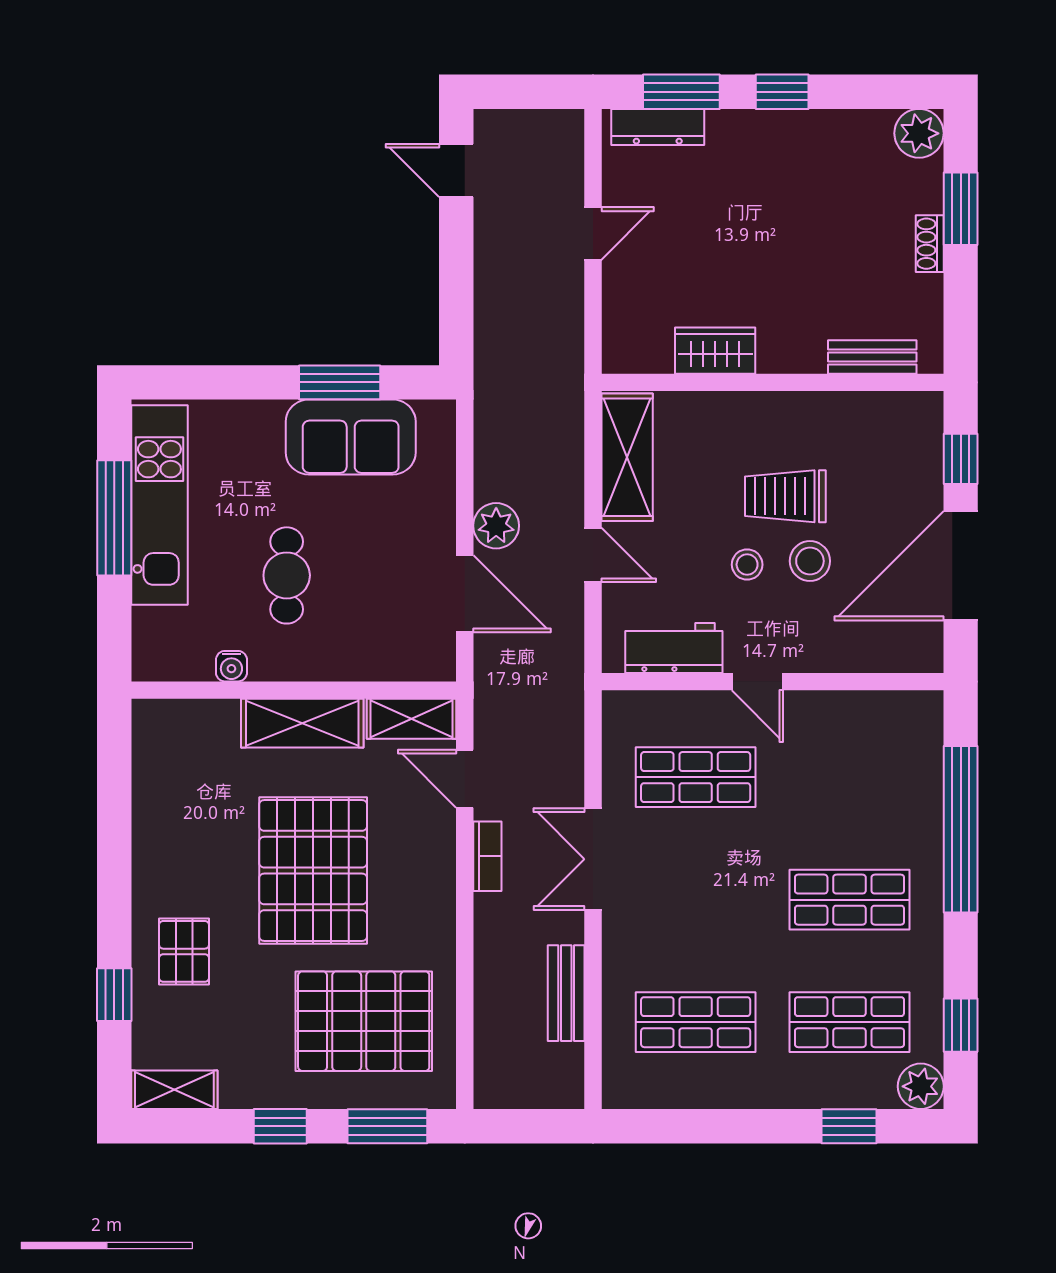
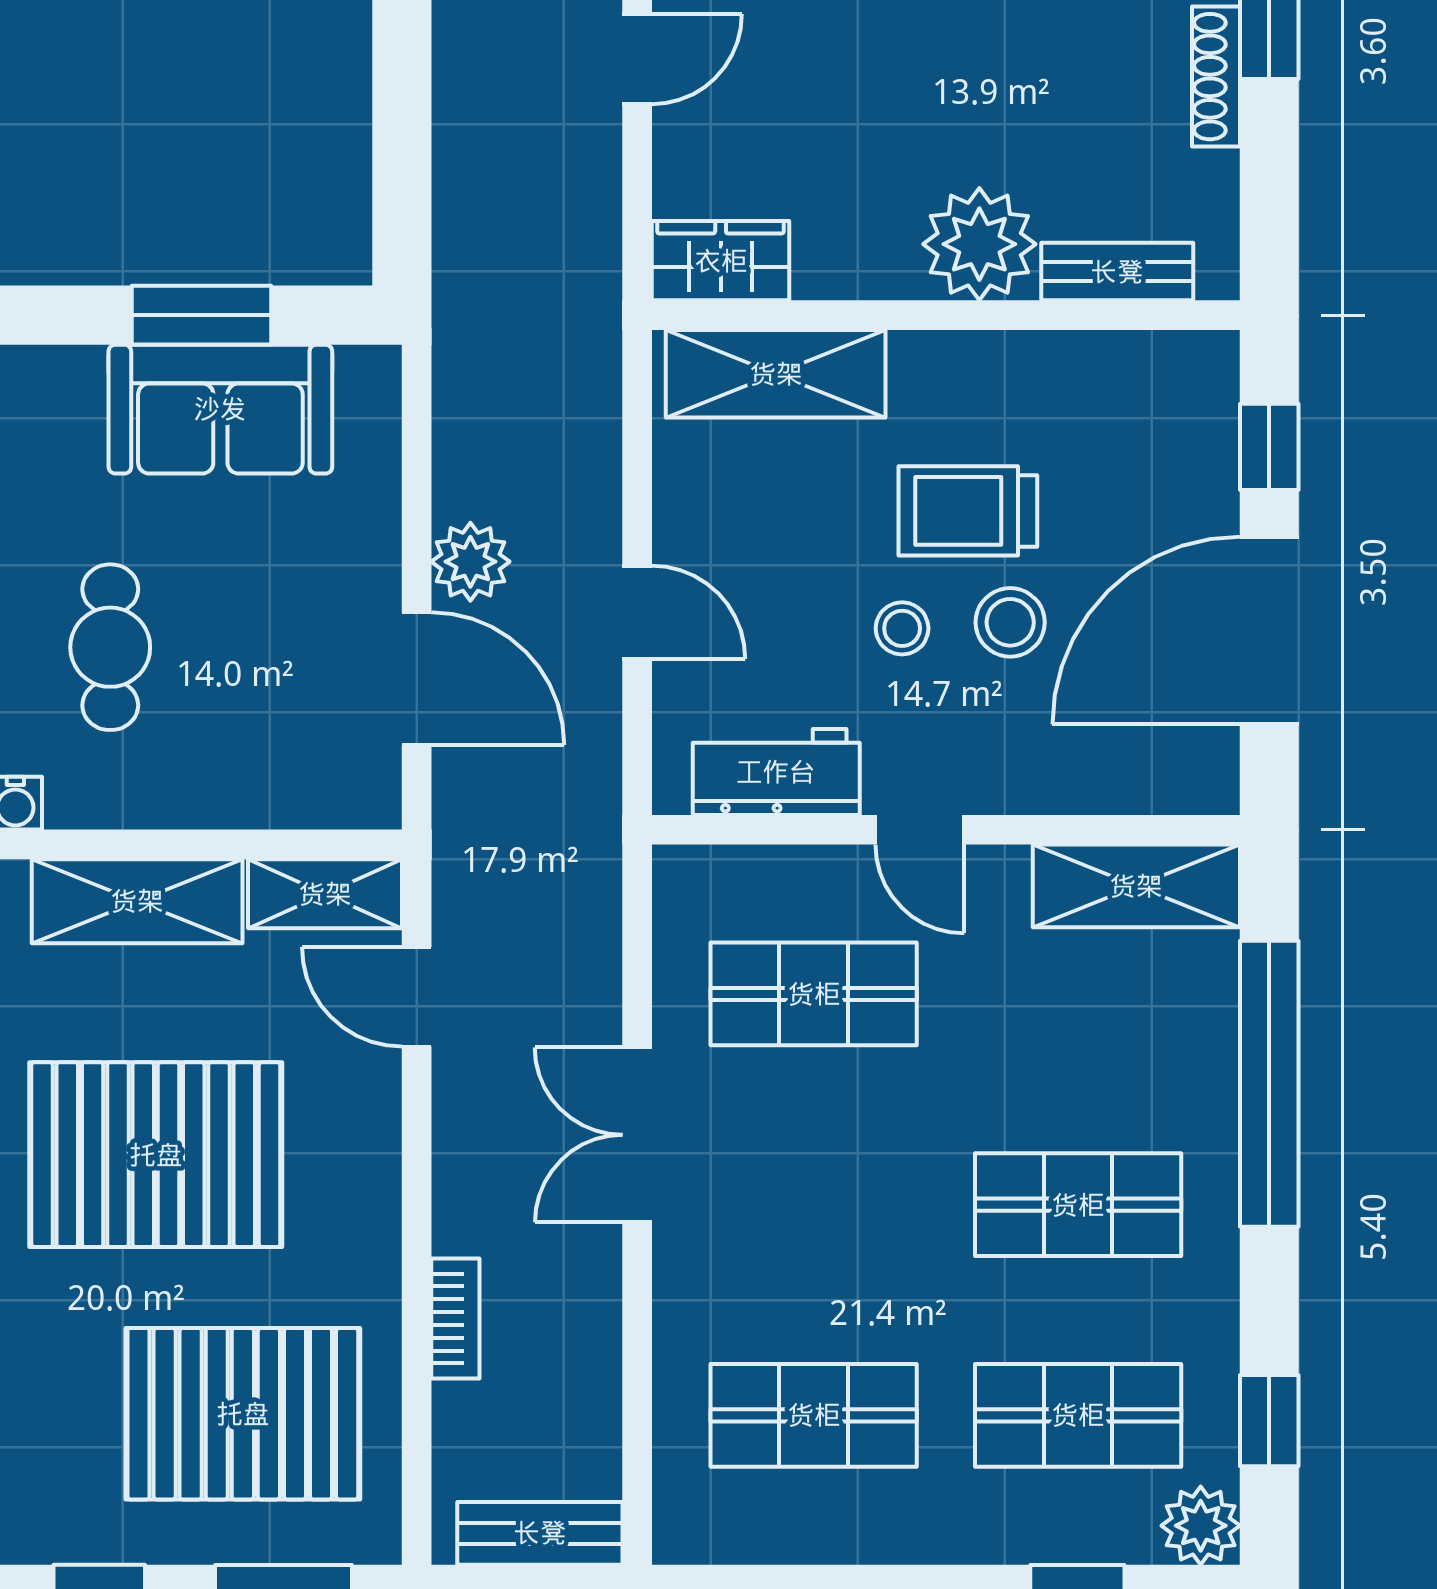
shoe rack: (930, 244) -> (1216, 77), width x1.43
plant: (792, 341) -> (979, 244), added
wardrobe: (715, 351) -> (721, 261), moved
shelving: (627, 457) -> (776, 374), moved, turned 90
shelving: (883, 714) -> (1136, 886), added
bookcase: (487, 856) -> (455, 1319), moved
pallet: (313, 871) -> (156, 1155), turned 90
bench: (566, 993) -> (540, 1533), moved, turned 90

